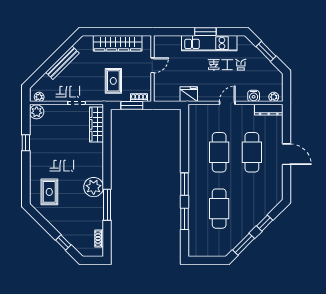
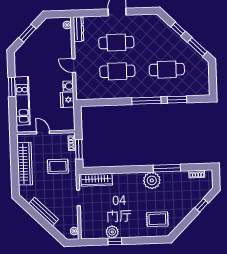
kitchen unit: (209, 43) -> (22, 101), moved
water cooler: (254, 96) -> (68, 86), moved
plant: (37, 112) -> (112, 232), moved
window: (184, 184) -> (146, 101), width x1.44

